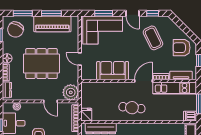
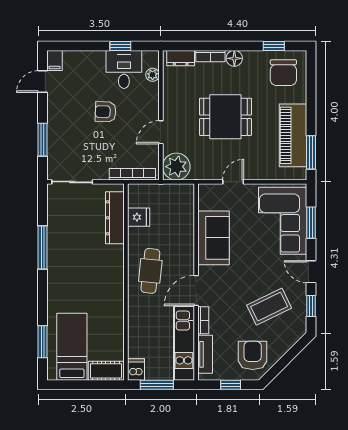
window: (23, 13) -> (311, 85), removed
window: (51, 13) -> (311, 152), moved
door: (132, 13) -> (311, 272), hinge flipped
chair: (15, 30) -> (283, 73), turned -116
dining table: (41, 64) -> (225, 117), width x0.73
door: (143, 81) -> (196, 291), swing flipped
fridge: (86, 115) -> (139, 217), moved

